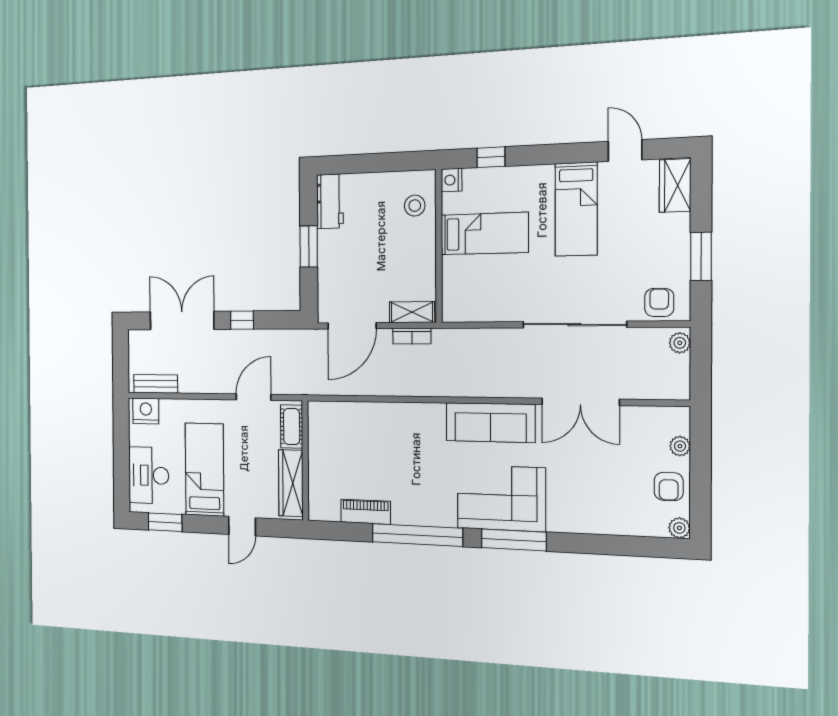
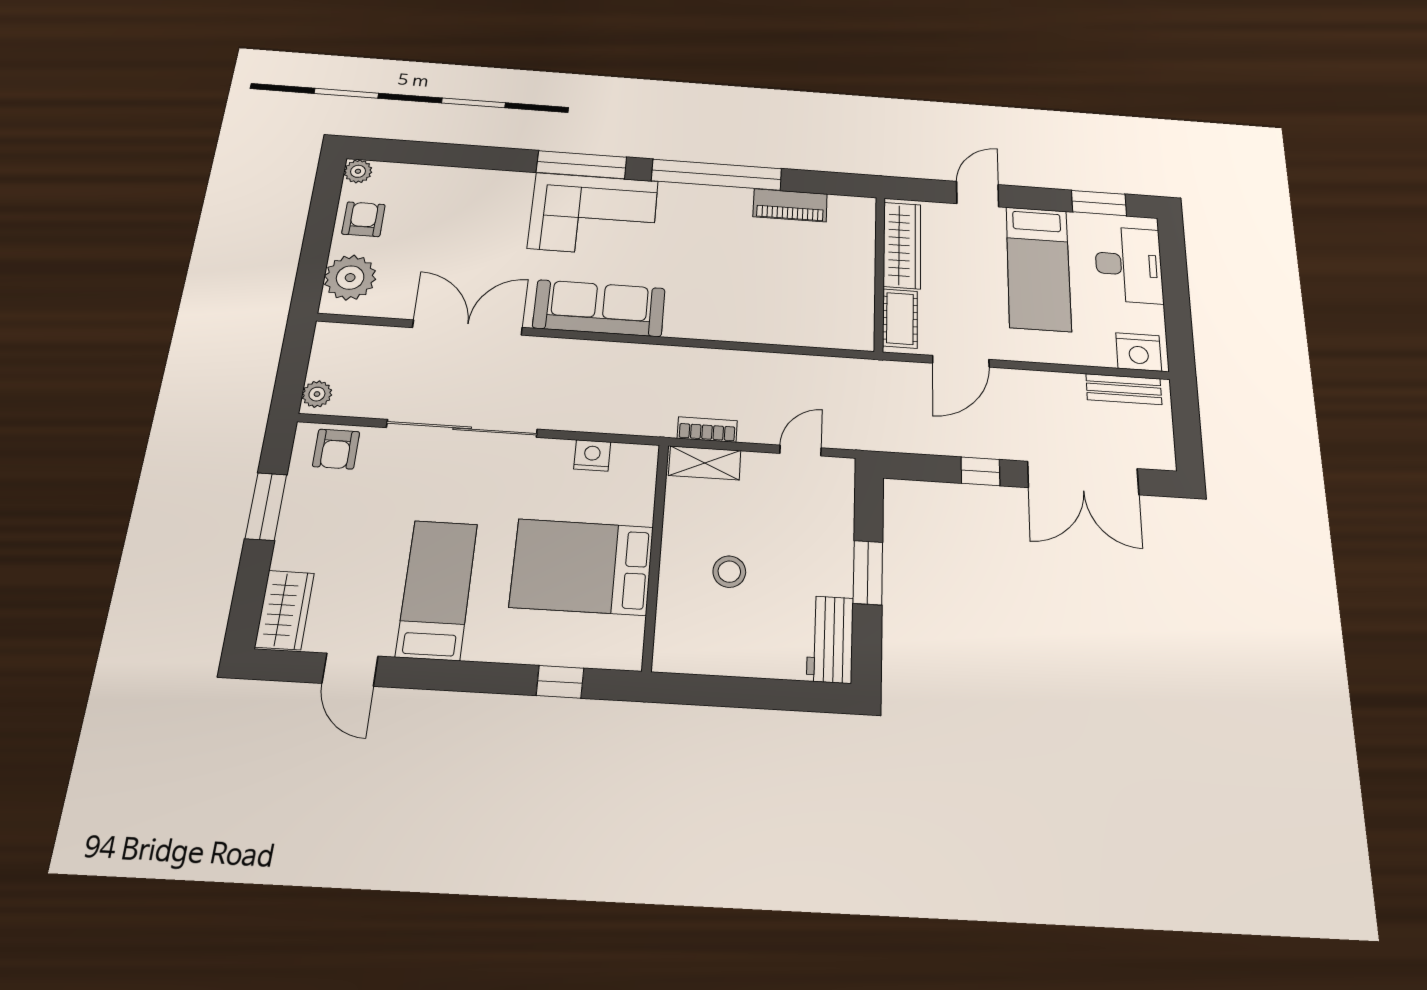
nightstand: (452, 180) -> (592, 455), moved, turned -90
stool: (415, 206) -> (729, 572), moved
bed: (484, 234) -> (582, 567), width x1.50
door: (352, 326) -> (800, 451), width x0.53
plant: (680, 446) -> (350, 278), width x1.88, depth x1.88

